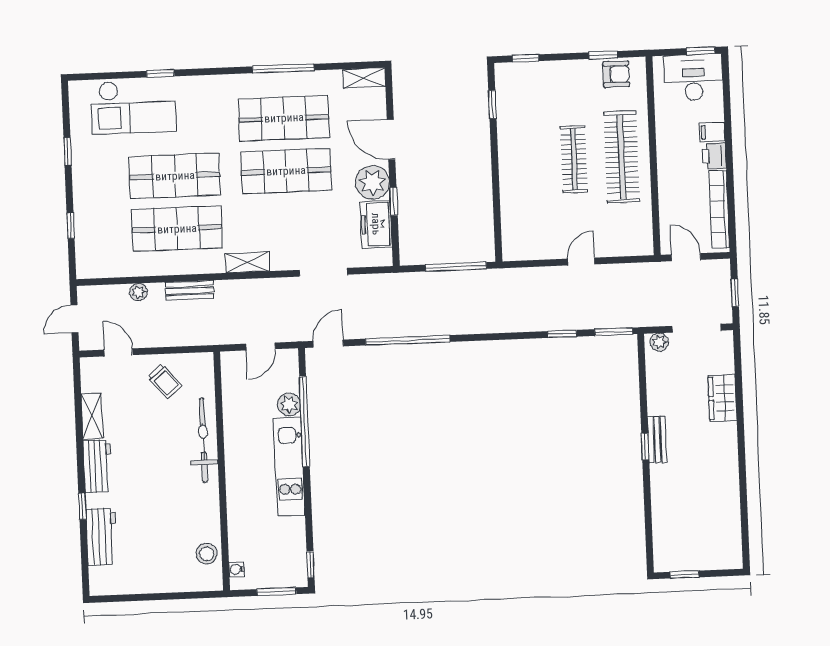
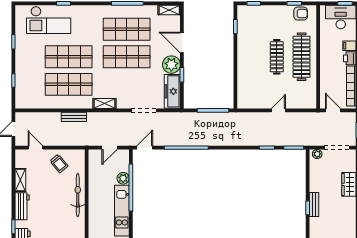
freezer: (376, 224) -> (172, 91), width x1.40
plant: (138, 292) -> (47, 117), removed

